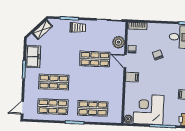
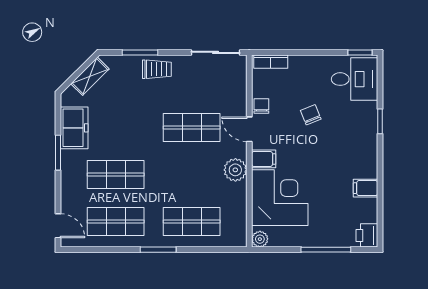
plant: (119, 42) -> (235, 170), moved
door: (22, 108) -> (58, 226), swing flipped
corner desk: (149, 110) -> (280, 198), moved, turned 90

